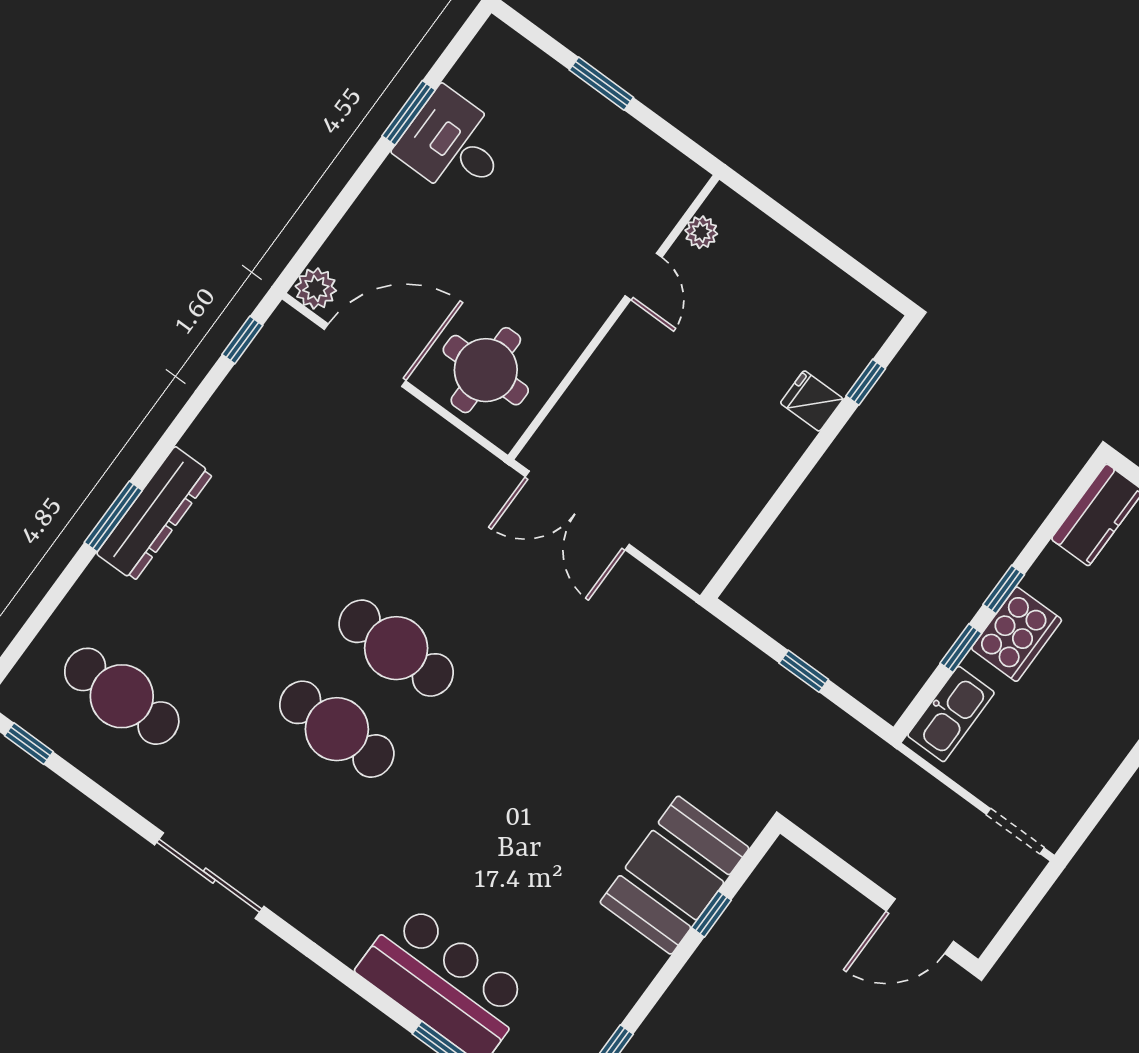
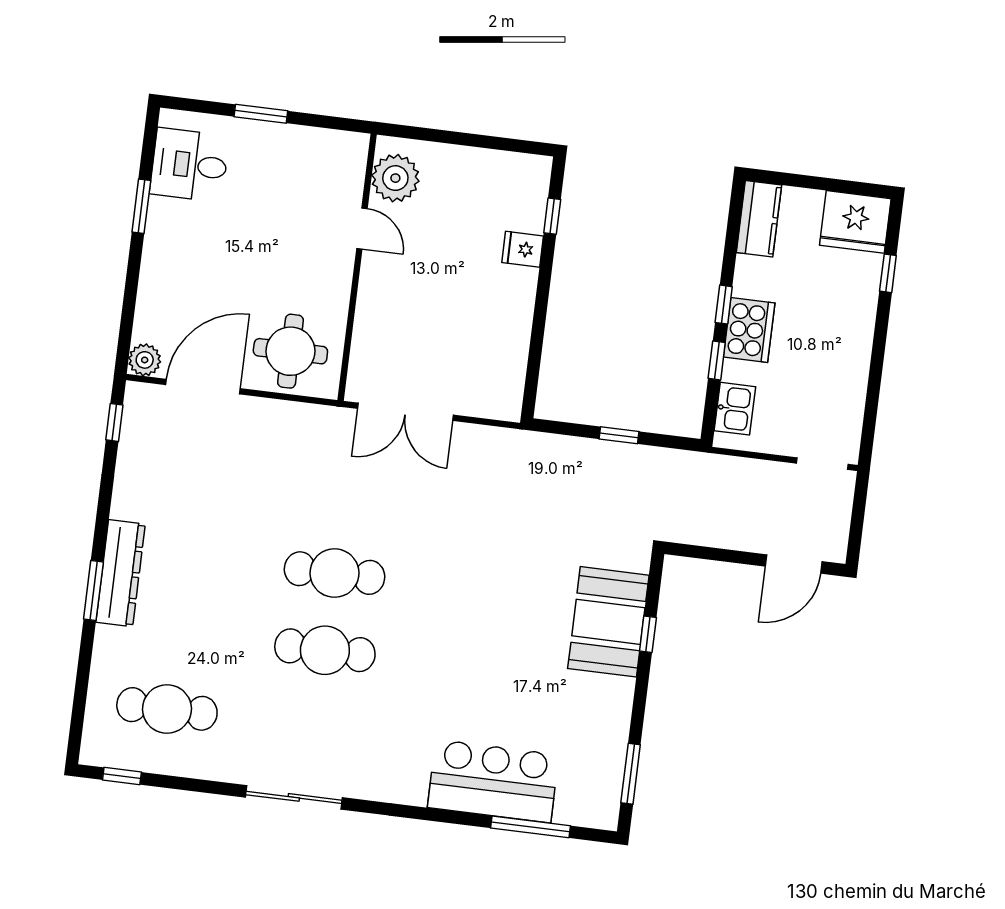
desk: (454, 145) -> (189, 165), moved
plant: (701, 232) -> (395, 178), width x1.88, depth x1.88
kitchen sink: (951, 714) -> (735, 409), width x0.73

